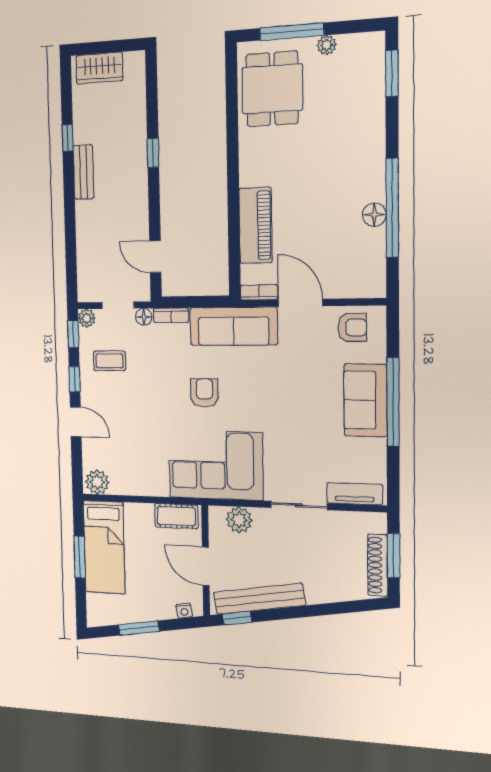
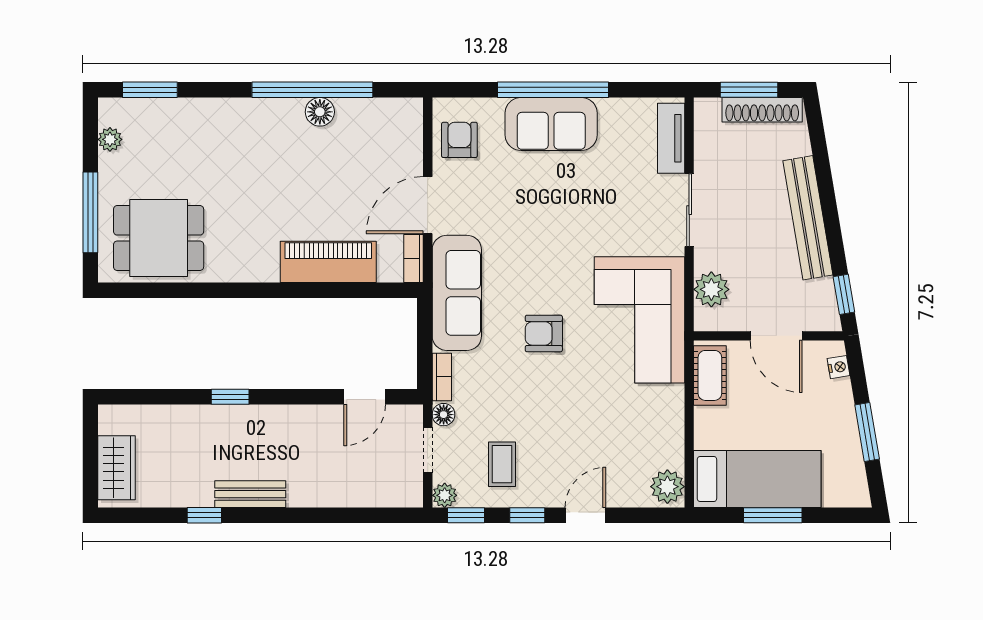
plant: (327, 45) -> (110, 139), moved
door: (206, 566) -> (776, 336), hinge flipped
bench: (259, 599) -> (808, 218), moved

